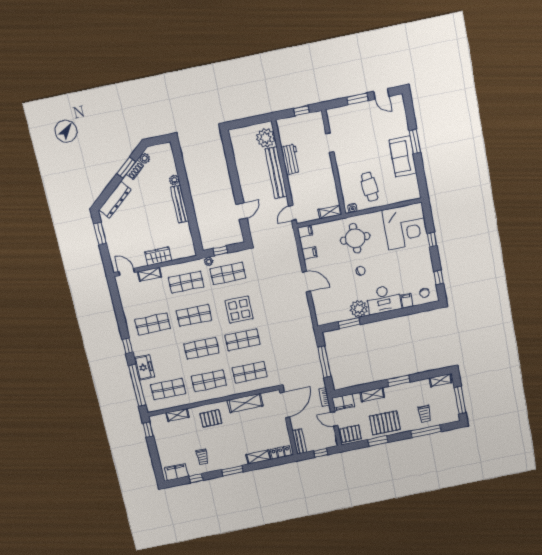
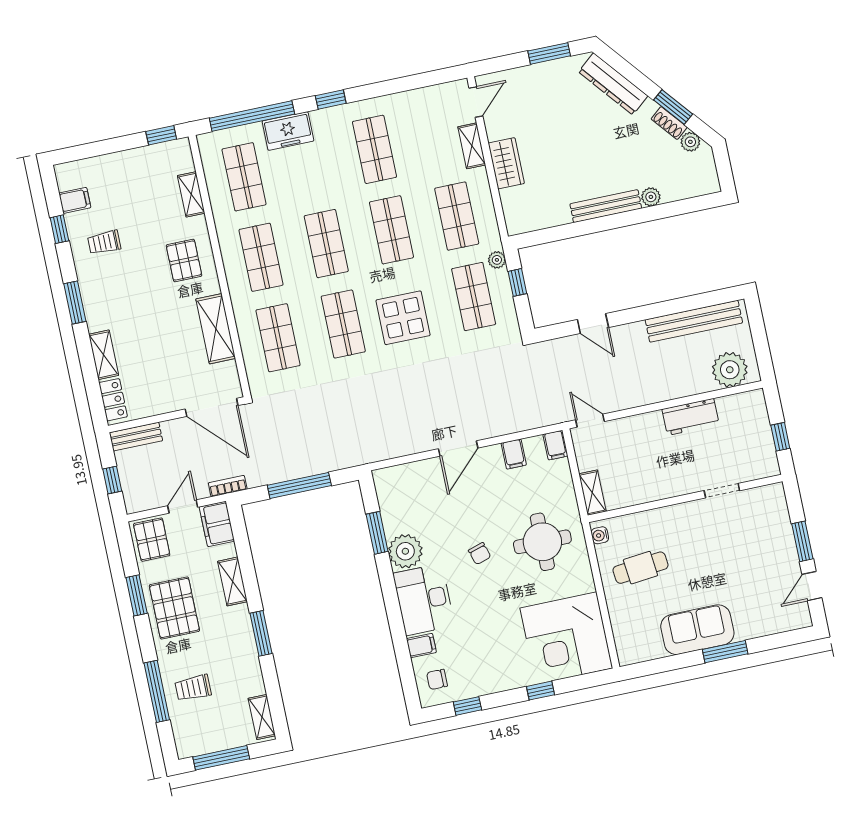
bench: (276, 173) -> (694, 321), moved
filing cabinet: (176, 472) -> (75, 200), width x0.50

